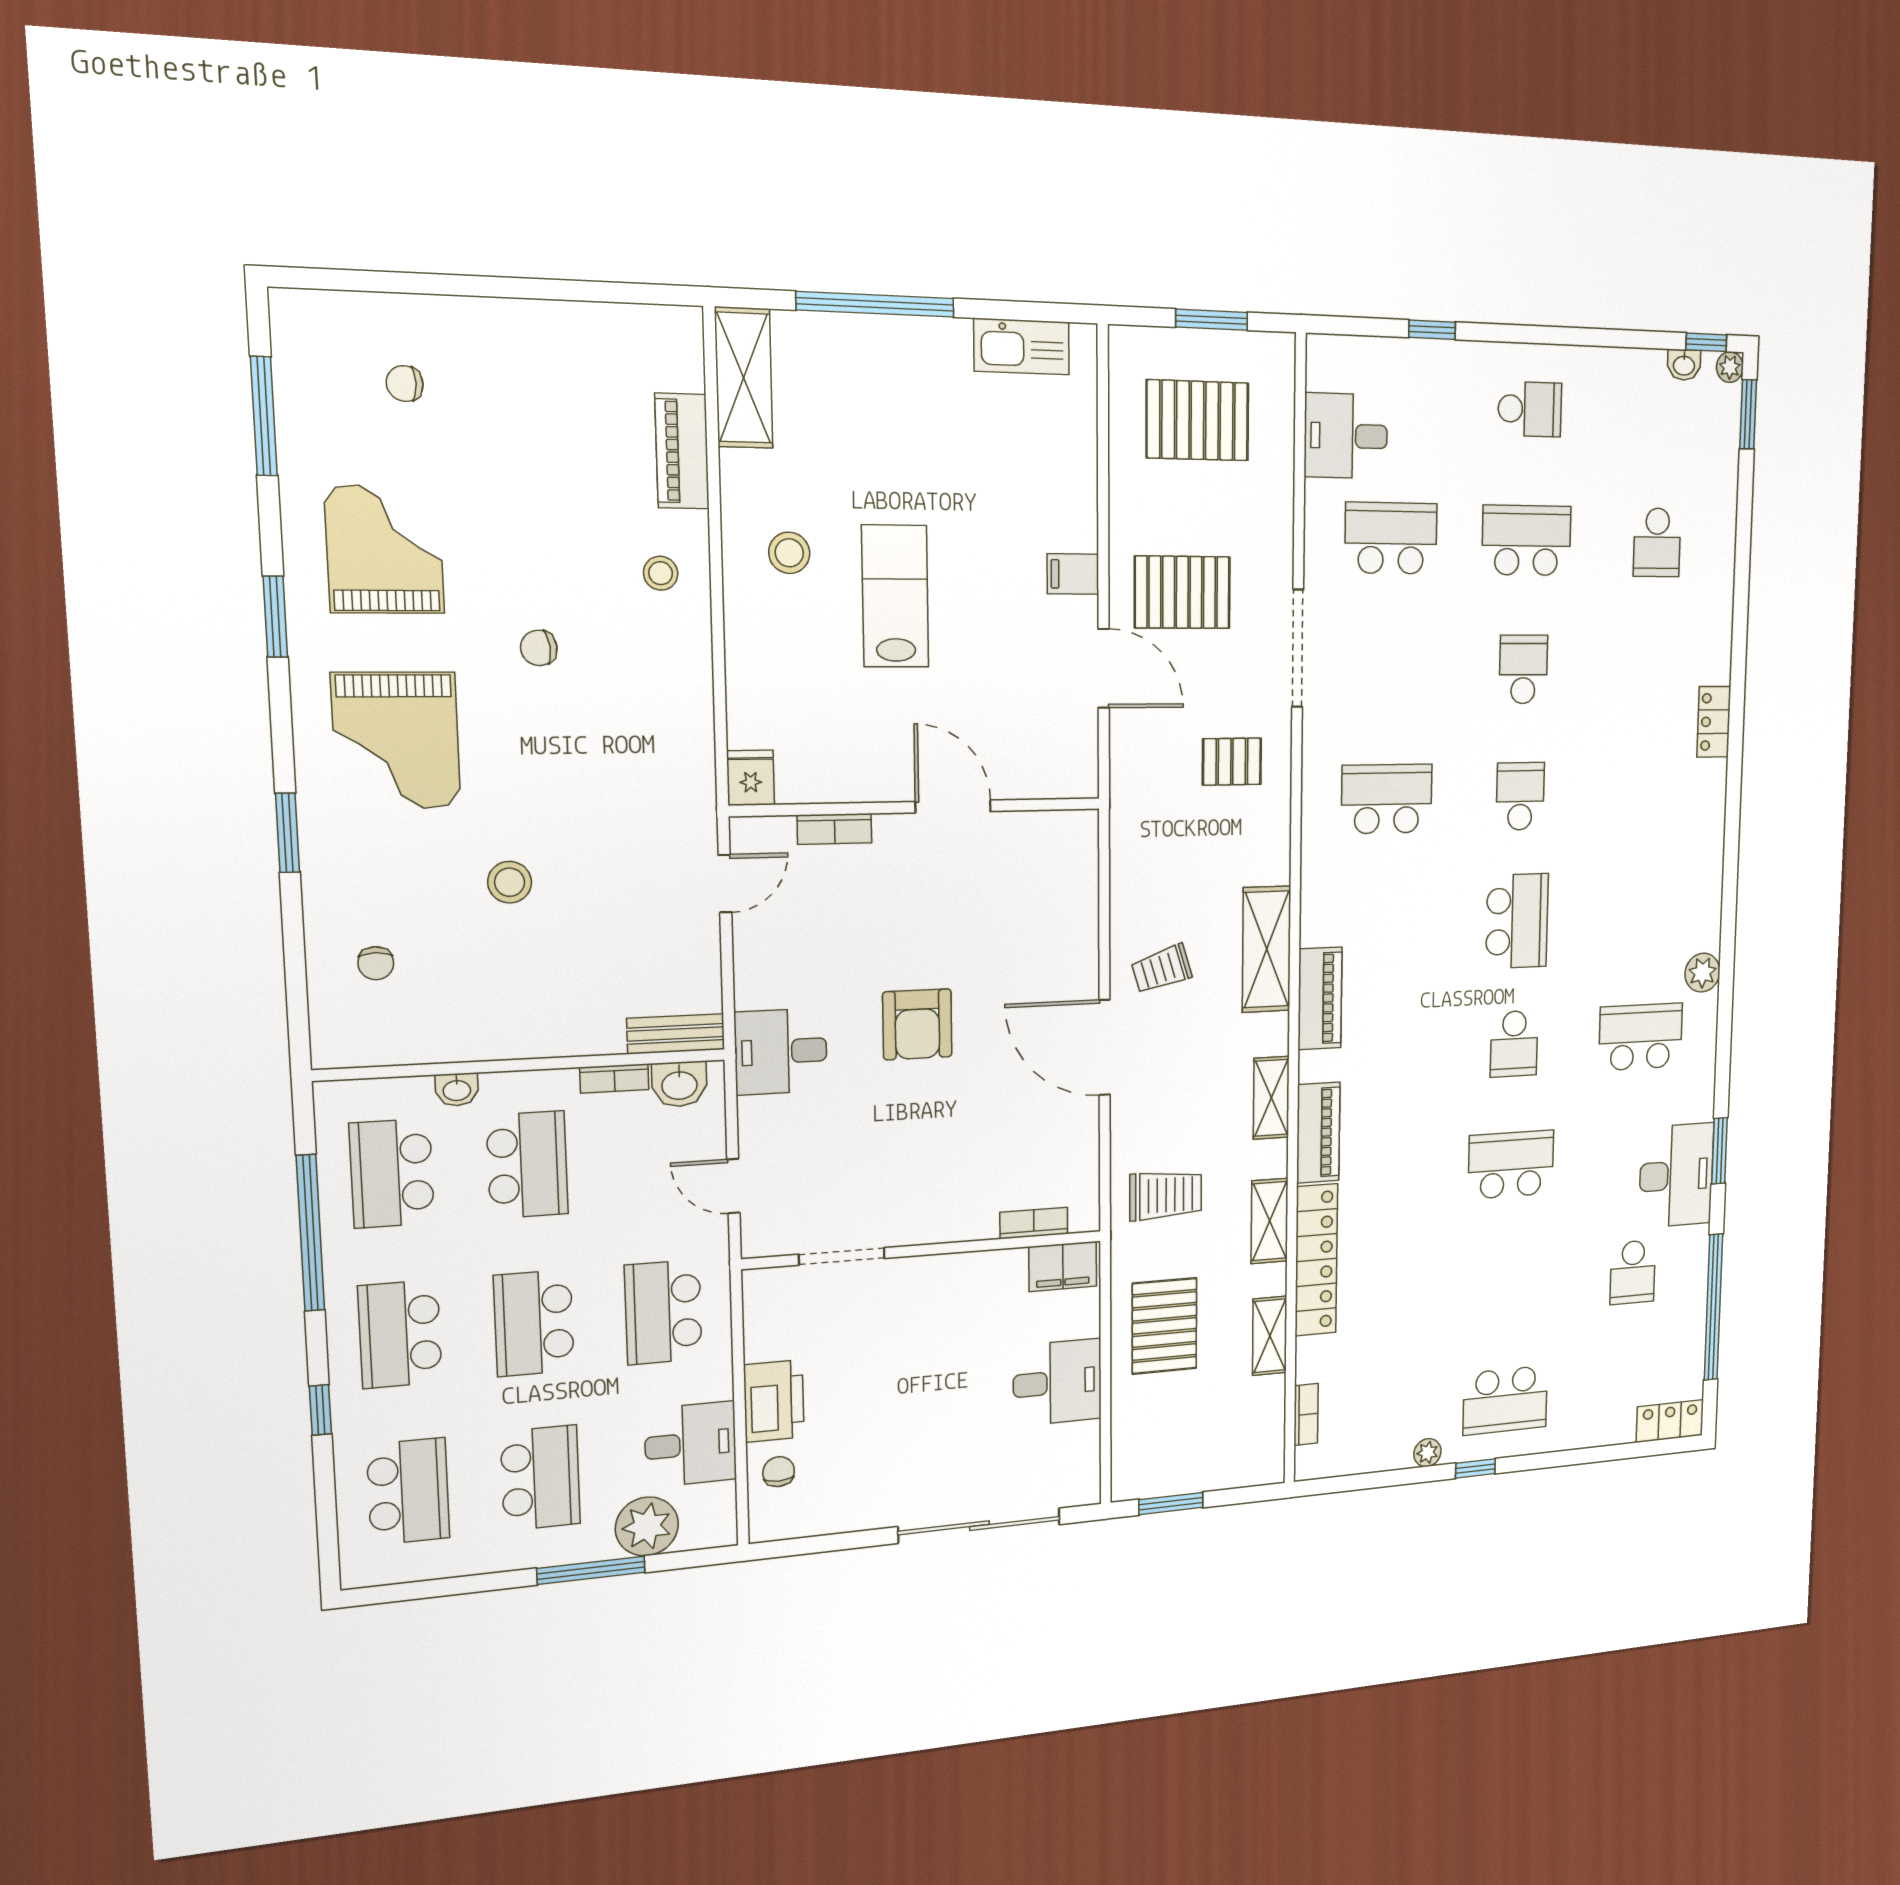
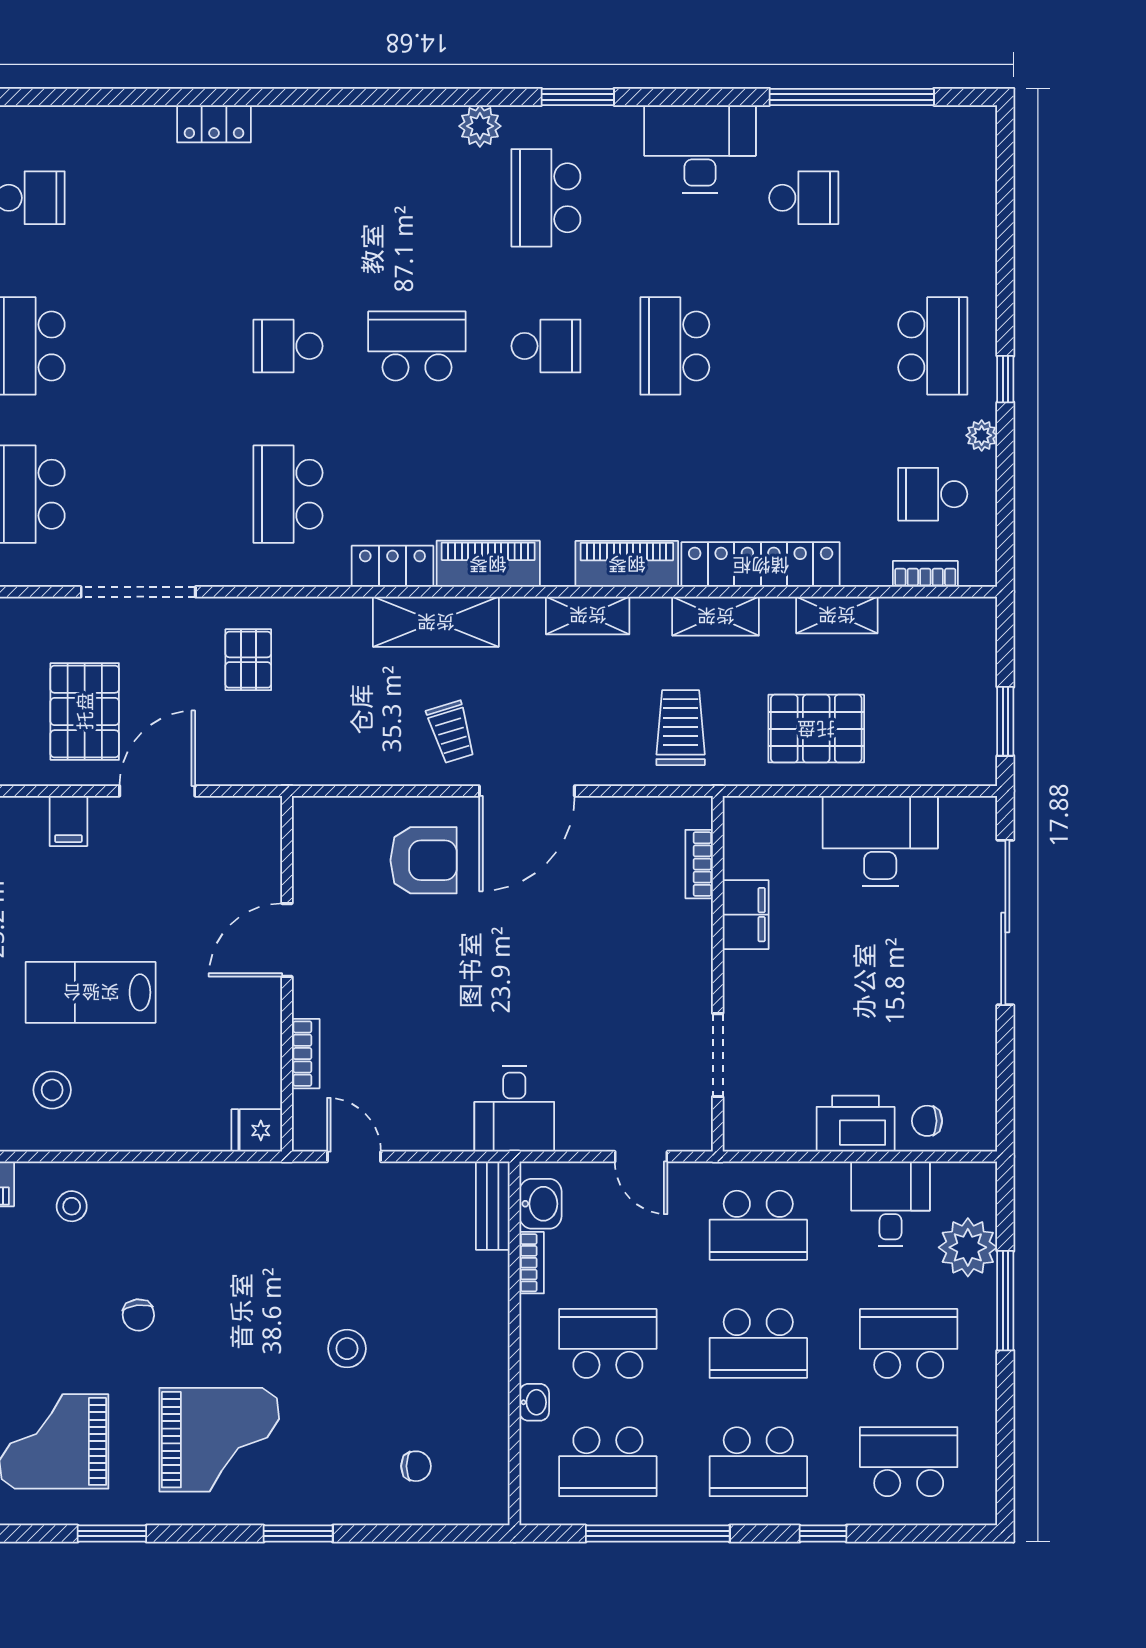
school desk: (1523, 669) -> (933, 494), moved
armchair: (917, 1024) -> (424, 860), moved
window: (1719, 1151) -> (578, 97), moved
door: (733, 1186) -> (641, 1157), hinge flipped
filing cabinet: (1063, 1266) -> (746, 915), moved
desk: (1057, 1382) -> (880, 841), width x1.37
locker: (1670, 1421) -> (392, 566), moved, turned 90

